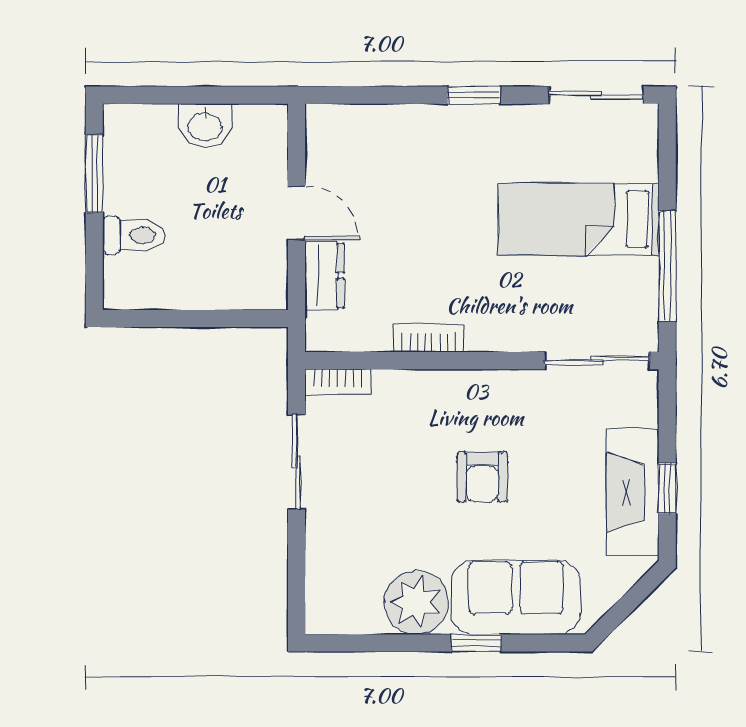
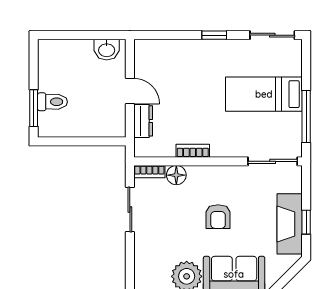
washbasin: (205, 126) -> (107, 50), moved
window: (94, 174) -> (34, 108), moved
floor lamp: (394, 390) -> (176, 175), added

